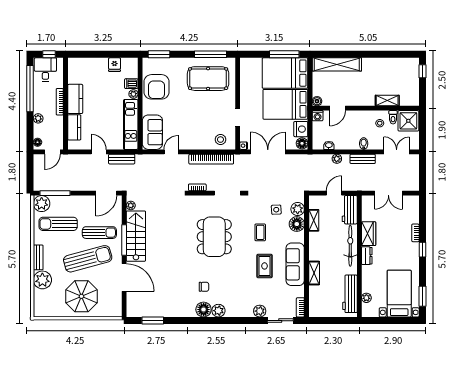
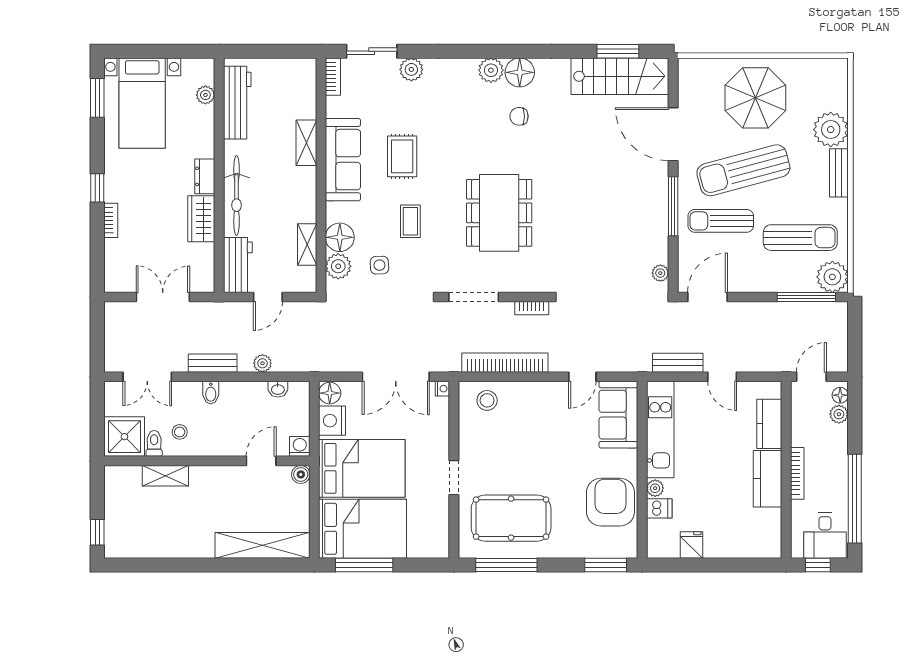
plant: (38, 118) -> (839, 414), moved
doorway: (238, 118) -> (454, 478), moved
stairs: (136, 236) -> (620, 76), moved, turned -90

